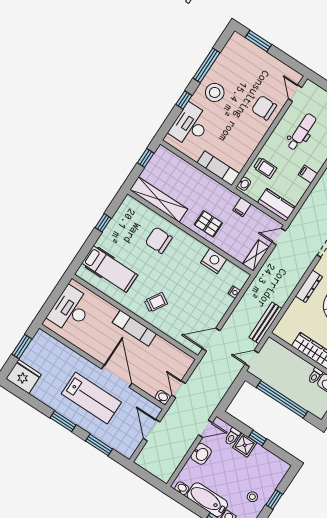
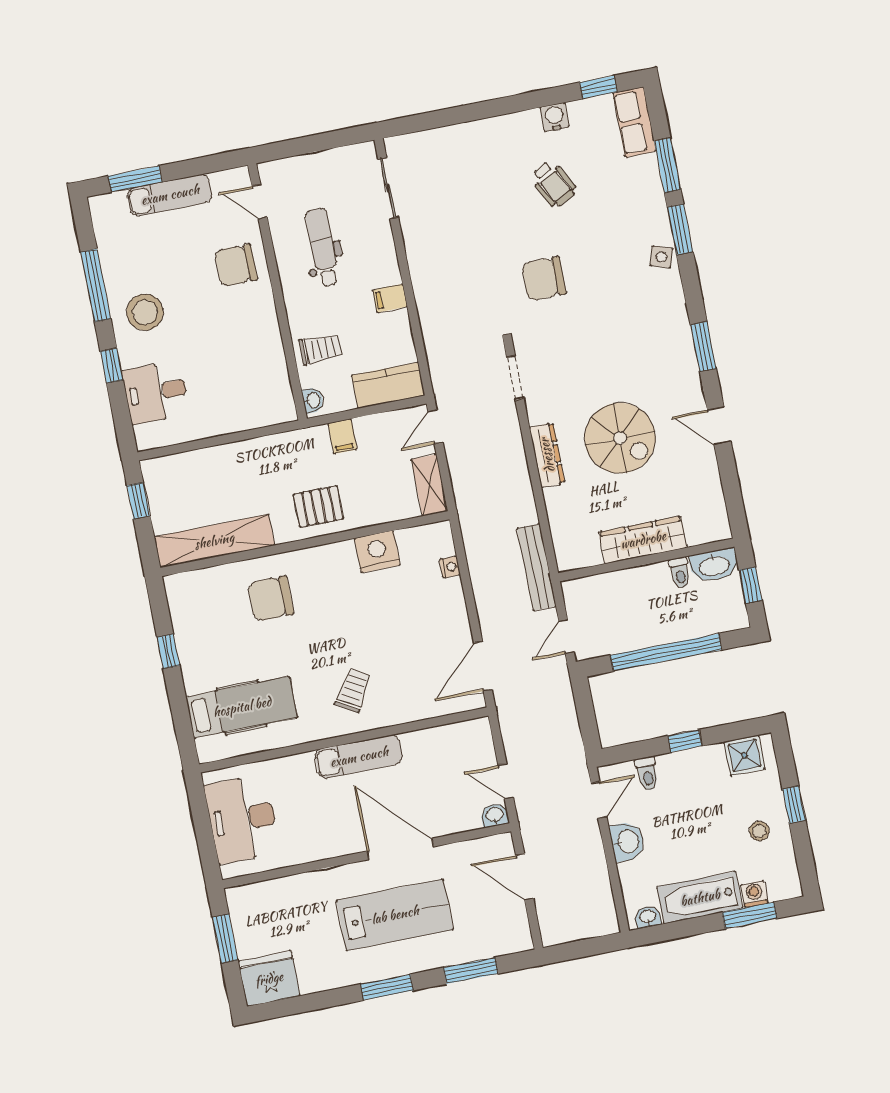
desk: (190, 125) -> (156, 392), width x0.73
exam couch: (218, 168) -> (170, 195), moved, turned 180
shower: (245, 445) -> (745, 755), moved

